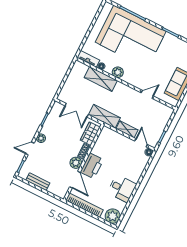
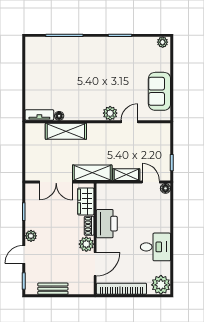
corner sofa: (131, 37) -> (76, 64), removed
plant: (118, 72) -> (110, 113), moved
printer: (92, 166) -> (107, 224), moved
door: (75, 180) -> (95, 264), hinge flipped

